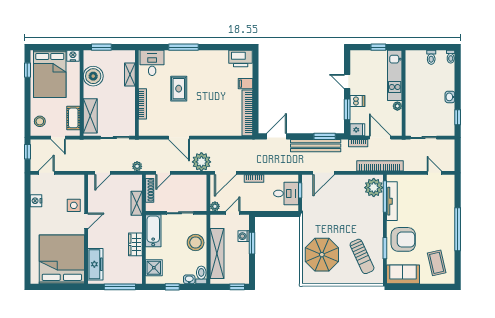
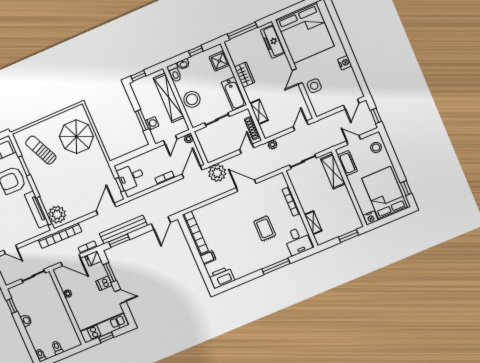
kitchen unit: (395, 75) -> (104, 328), moved, turned -90
boiler: (93, 76) -> (345, 207), removed
nightstand: (36, 201) -> (345, 63), moved

